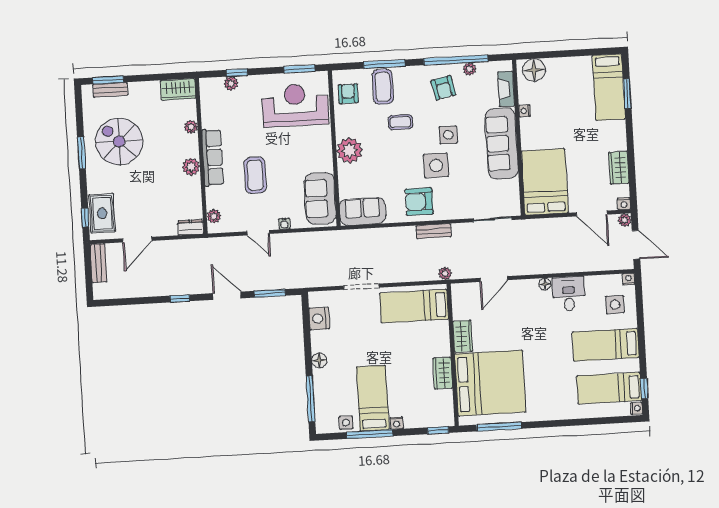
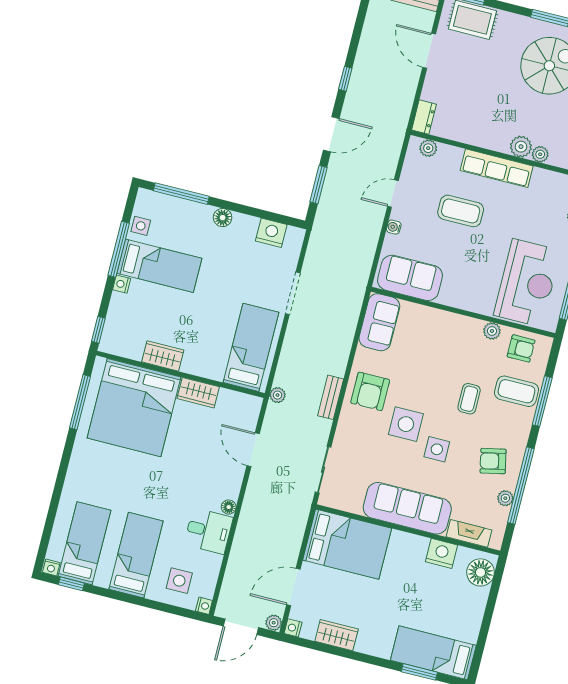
nightstand: (525, 111) -> (442, 553), width x1.89, depth x1.79
plant: (349, 150) -> (492, 331), moved, width x0.53, depth x0.53
plant: (191, 167) -> (521, 147), moved
armchair: (419, 202) -> (370, 391), turned 180

